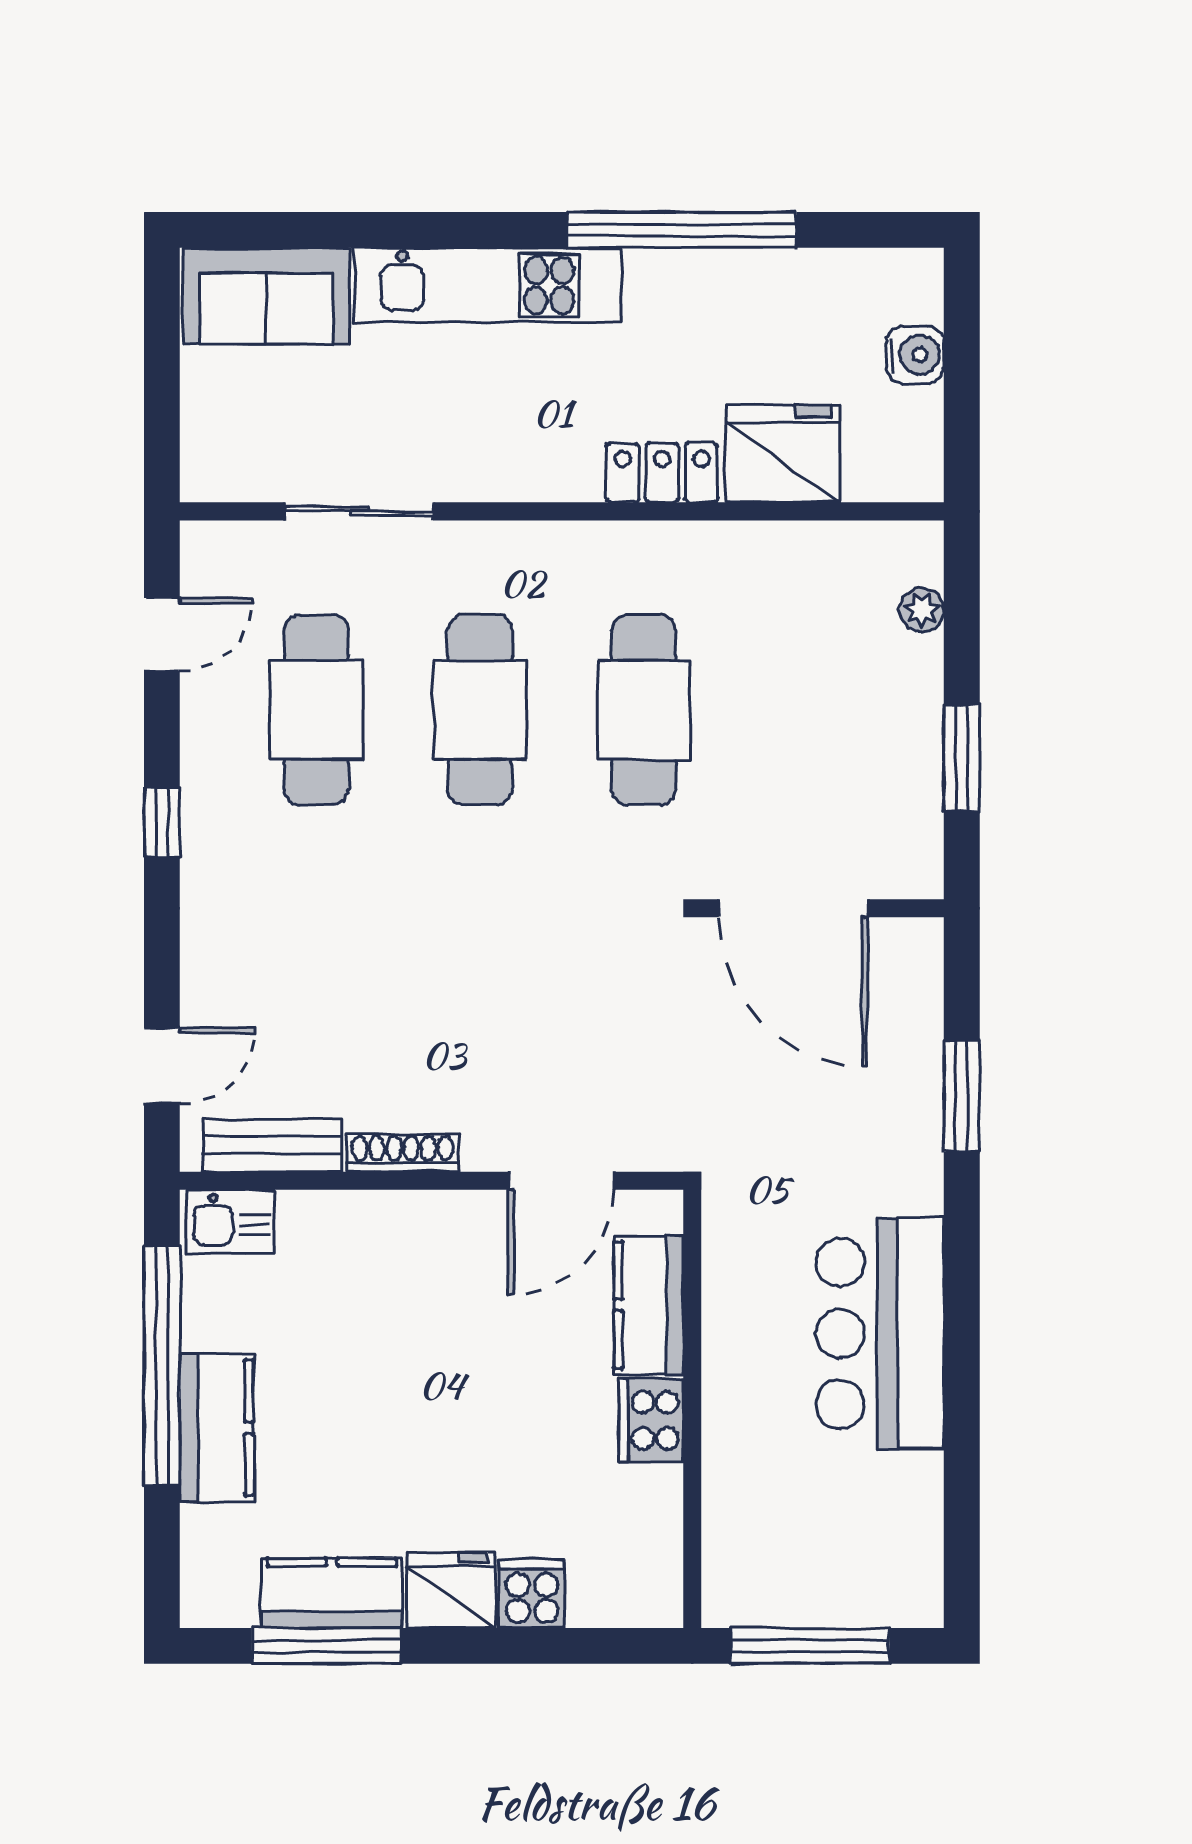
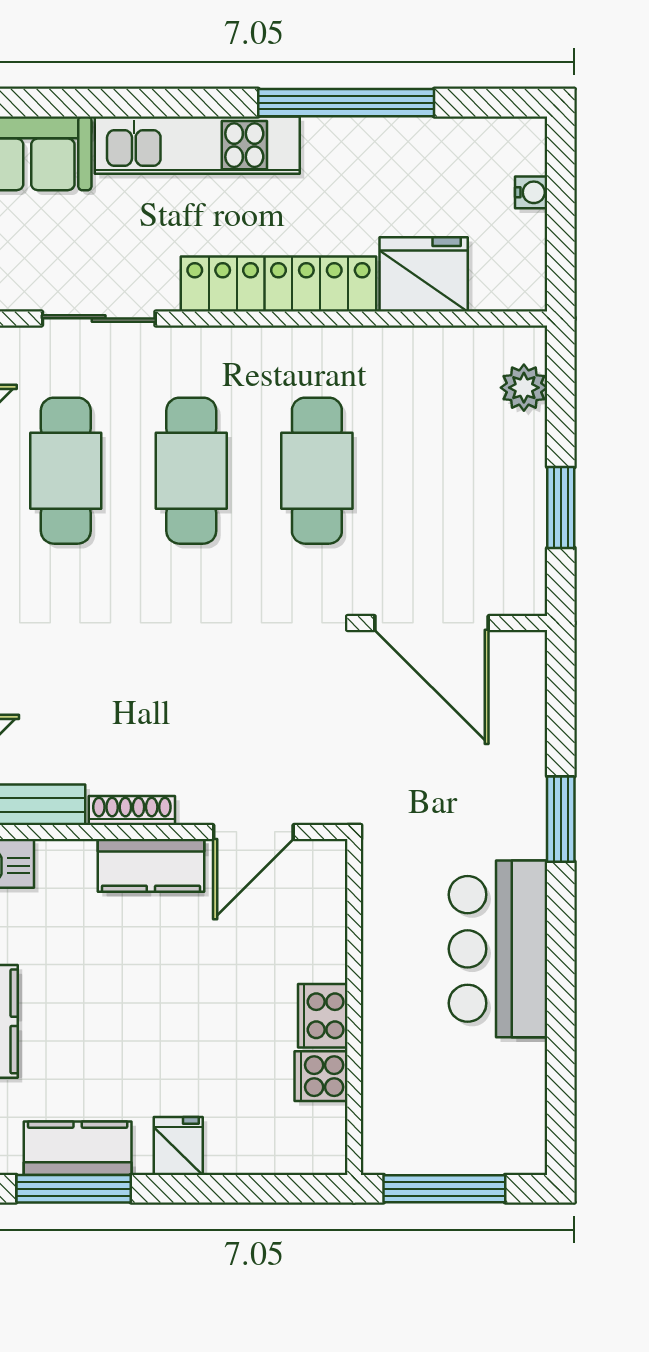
water cooler: (915, 355) -> (531, 192), width x0.72, depth x0.72
locker: (662, 473) -> (278, 284), width x2.16, depth x1.21
plant: (922, 610) -> (524, 388), width x1.38, depth x1.38
window: (962, 1096) -> (561, 819), moved
kitchen counter: (649, 1305) -> (151, 865), moved, turned -90
fridge: (451, 1590) -> (178, 1146), width x0.72
cooker: (532, 1594) -> (321, 1076), moved, turned -90

